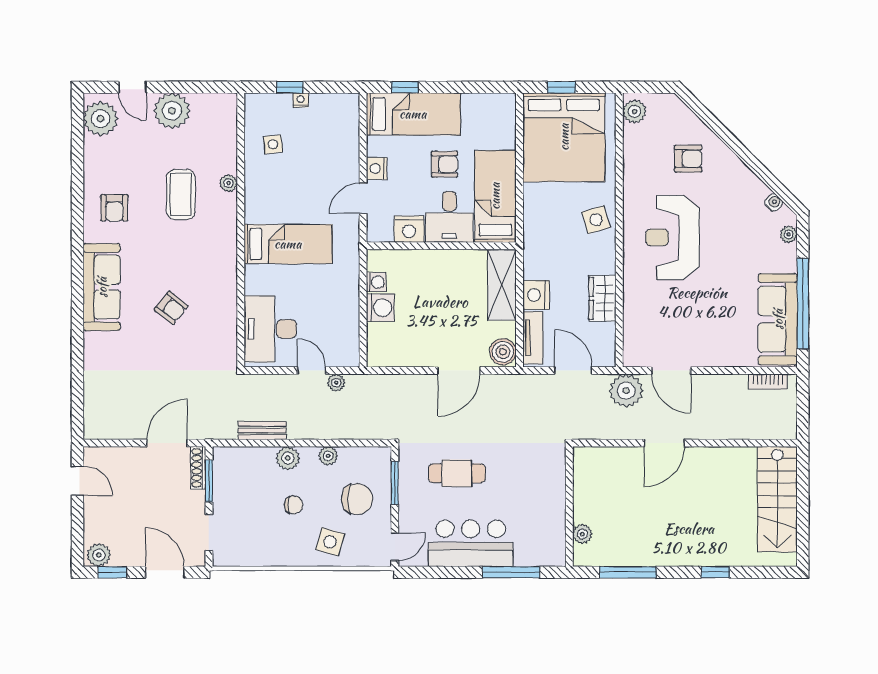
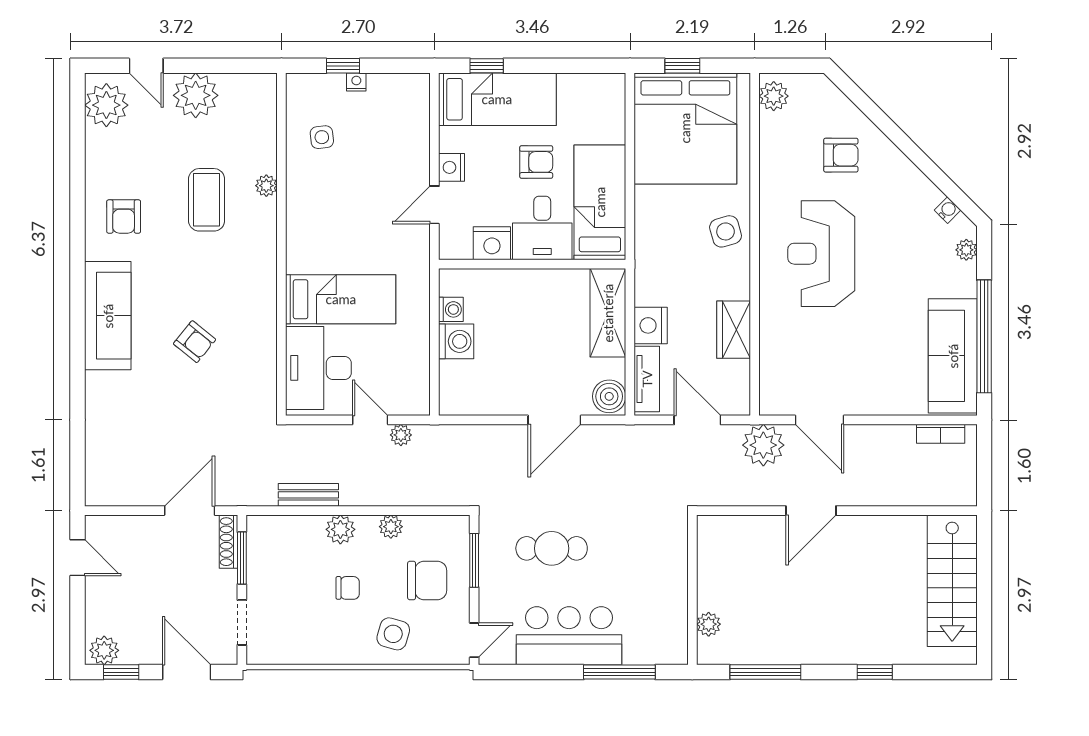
bed: (288, 244) -> (341, 299), moved

